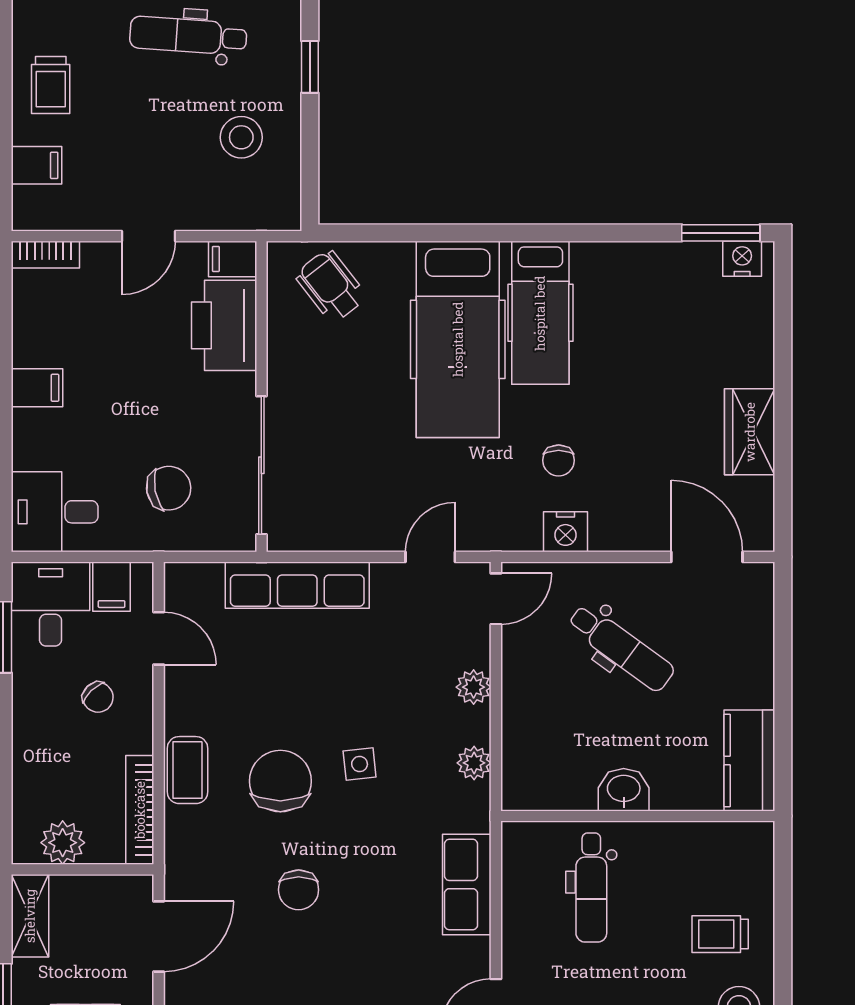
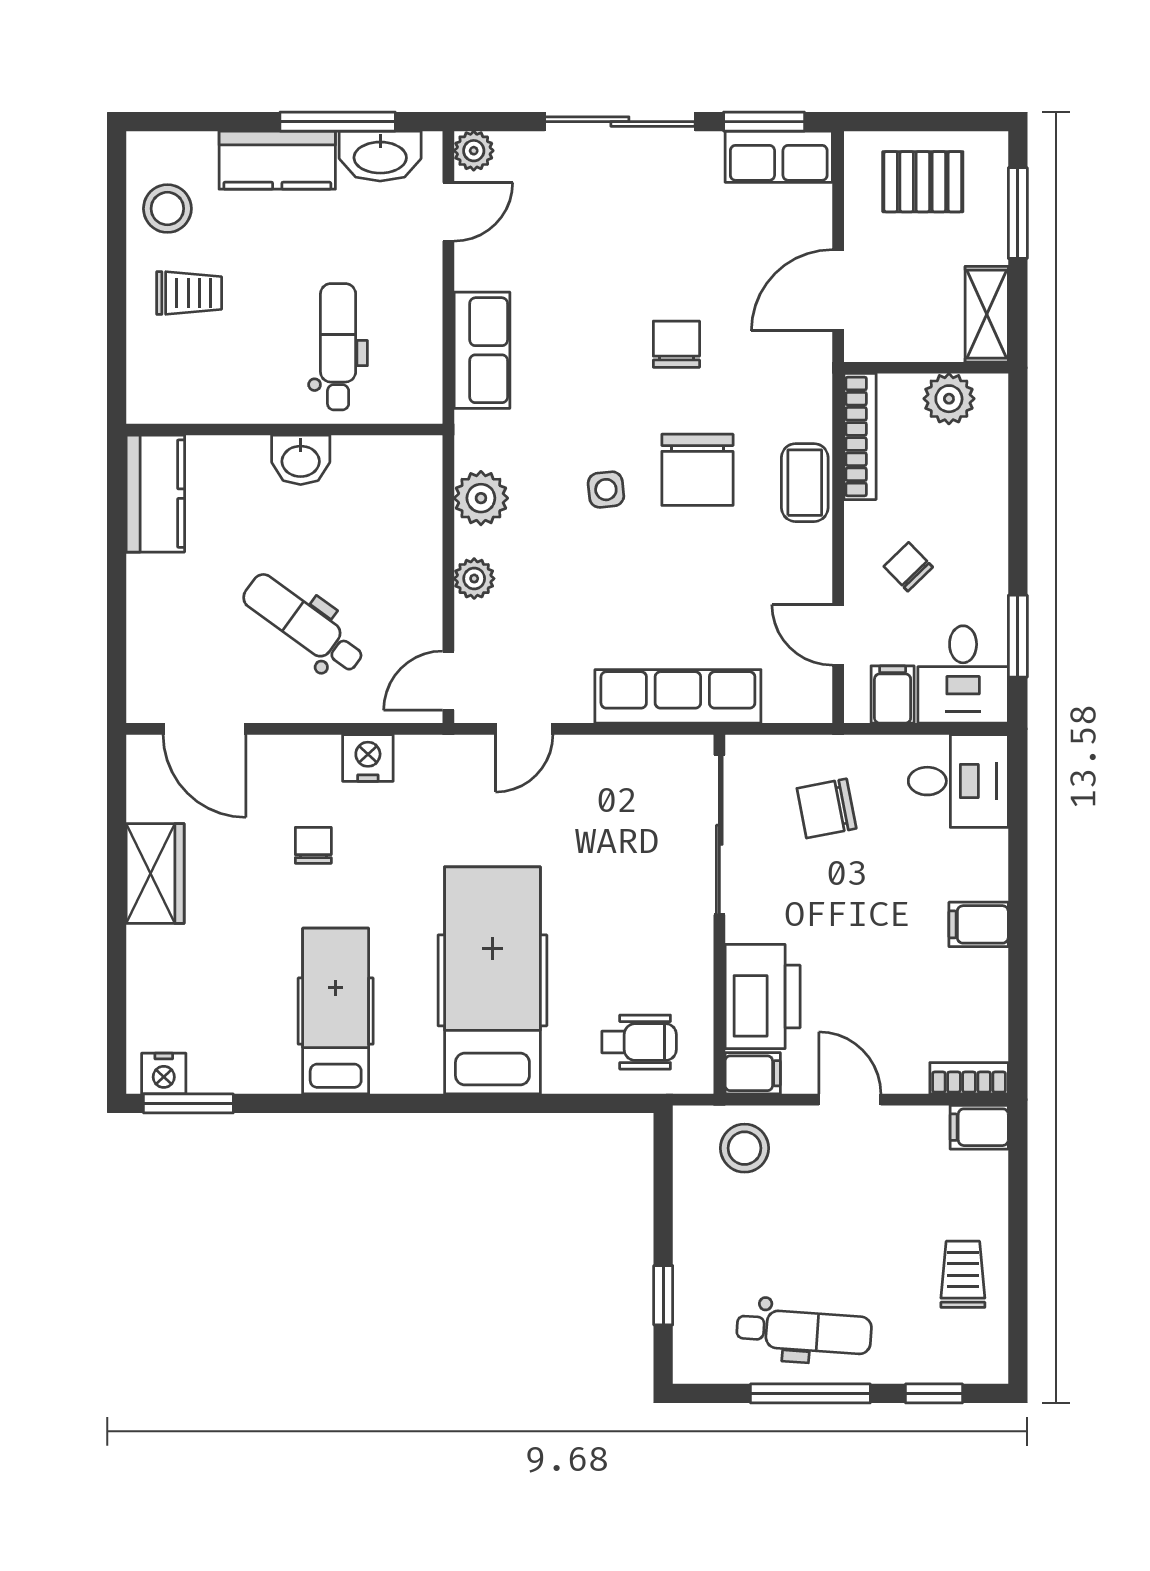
stool: (241, 137) -> (745, 1148), moved
filing cabinet: (37, 165) -> (979, 1127), moved
door: (148, 236) -> (850, 1100), hinge flipped
wheelchair: (331, 286) -> (639, 1042), turned -52
hospital bed: (540, 313) -> (336, 1011), moved
chair: (559, 460) -> (313, 845), moved
plant: (474, 763) -> (481, 498), width x1.38, depth x1.38

